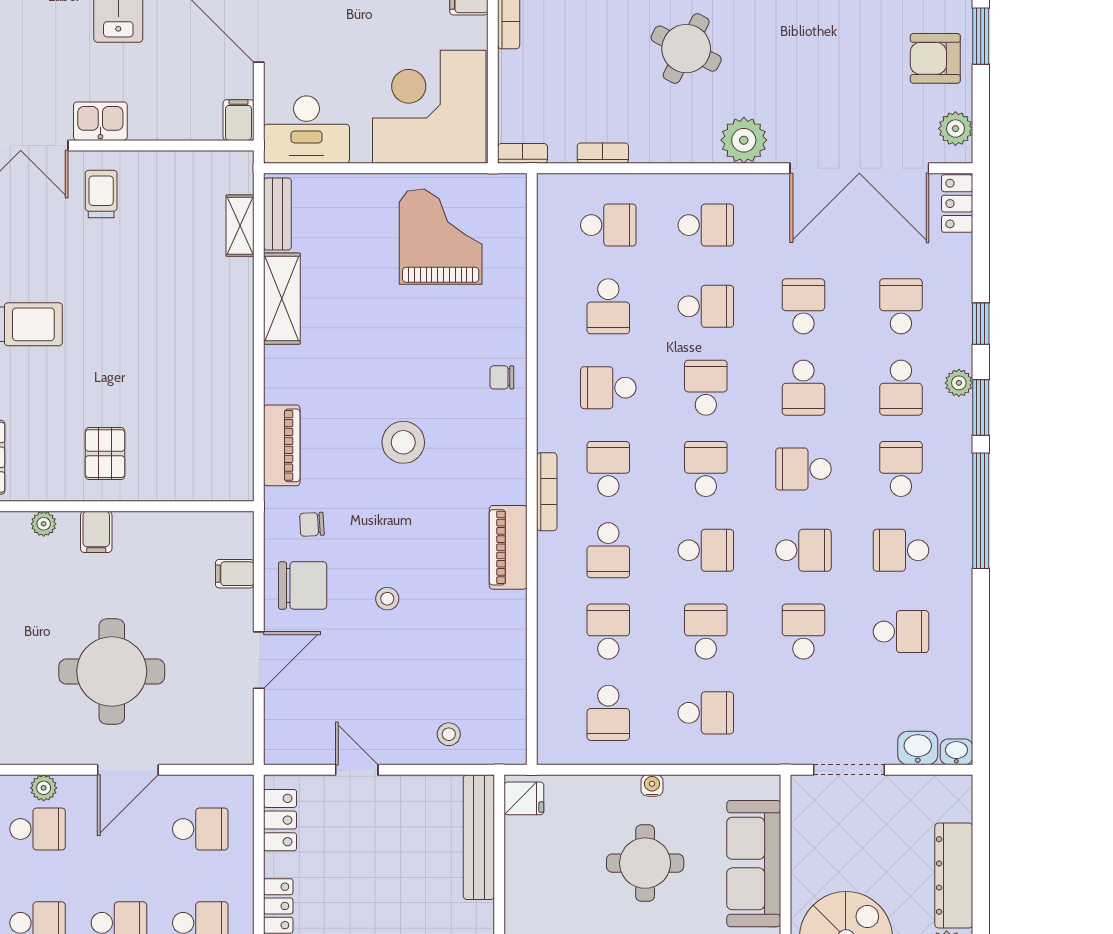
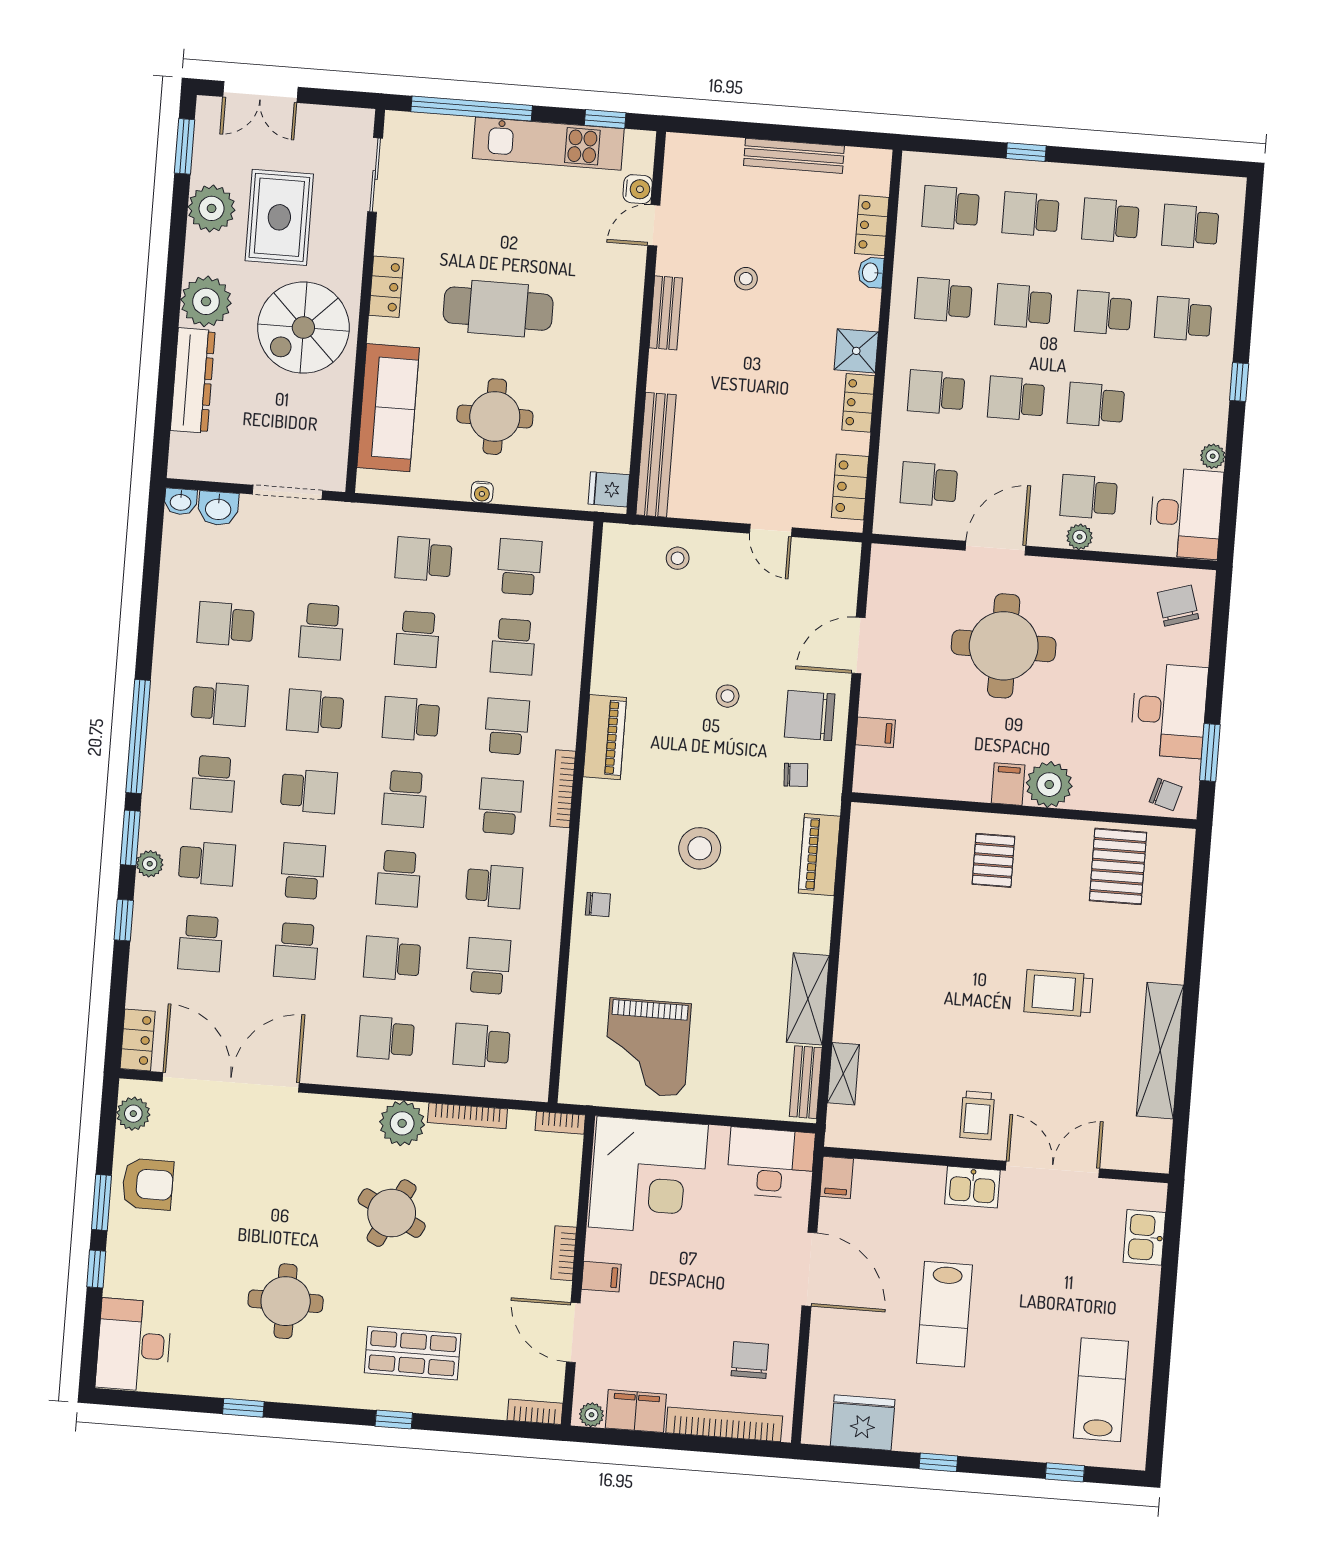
plant: (744, 140) -> (402, 1123), moved
bookcase: (603, 153) -> (467, 1116), width x1.56
school desk: (901, 388) -> (207, 864), turned 90
school desk: (608, 469) -> (500, 806), turned 180
plant: (44, 524) -> (1049, 785), width x1.88, depth x1.88

